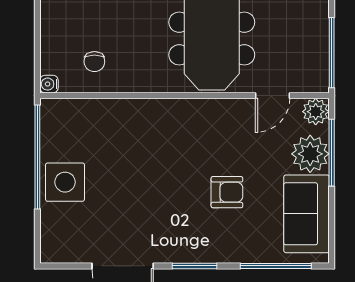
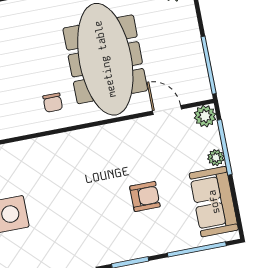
chair: (94, 62) -> (53, 103), moved
door: (273, 96) -> (167, 110), swing flipped
plant: (310, 154) -> (216, 158), width x0.53, depth x0.53

